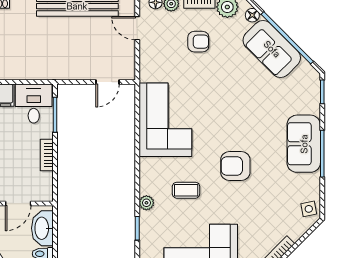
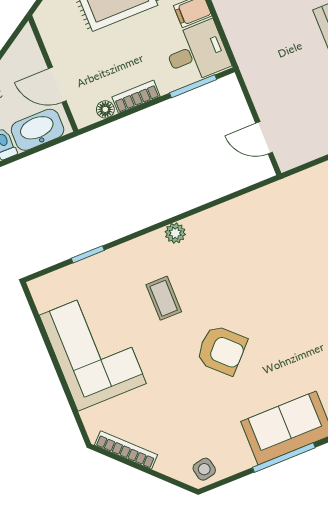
corner sofa: (165, 120) -> (245, 234), removed
armchair: (235, 166) -> (222, 350), turned 134
floor lamp: (47, 178) -> (105, 109), added
plant: (146, 203) -> (175, 233), moved

